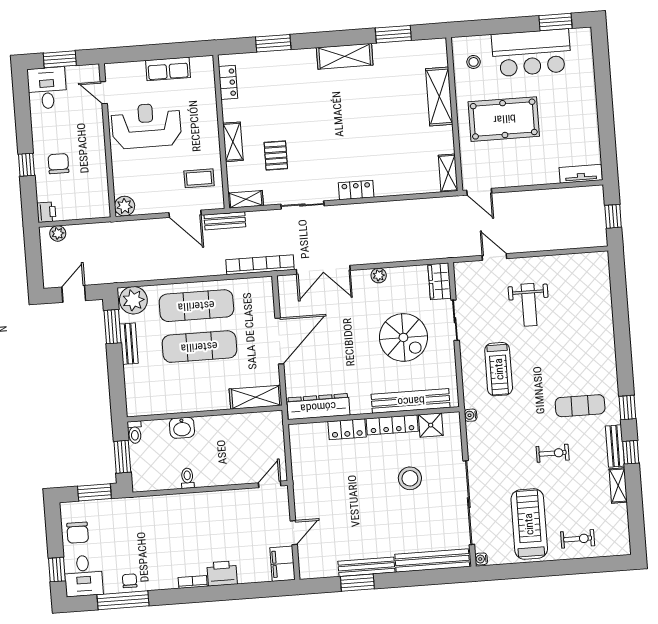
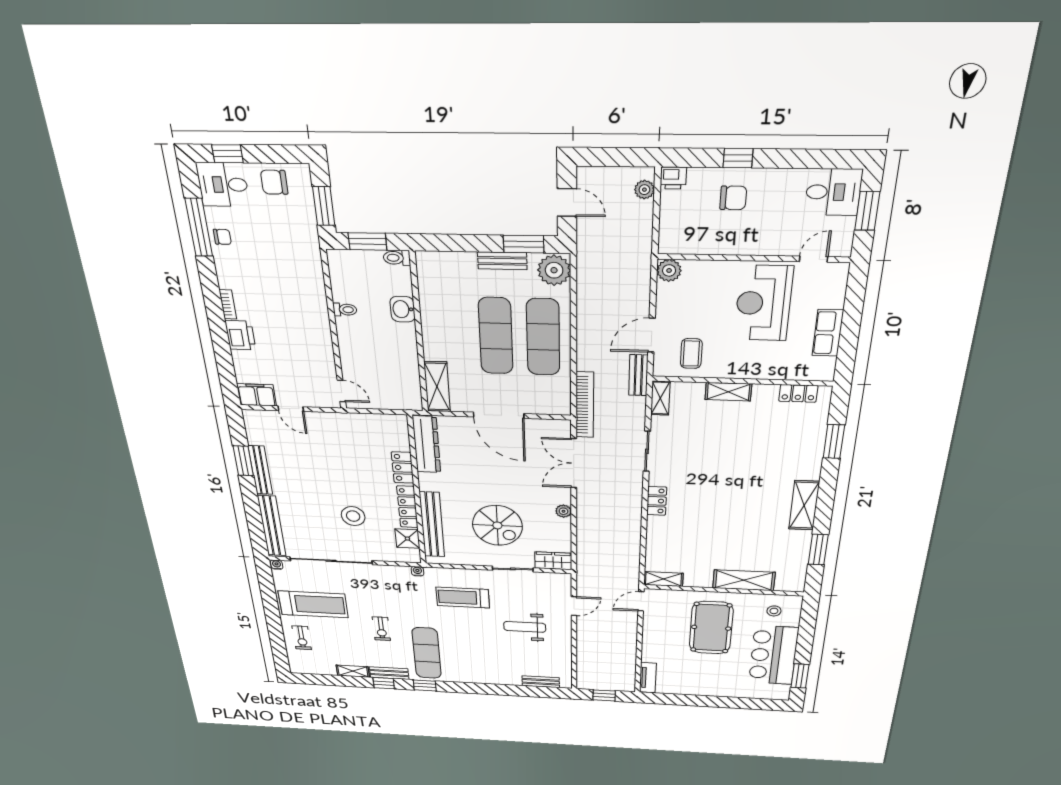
reception desk: (146, 126) -> (763, 303), turned 180
pallet: (276, 155) -> (706, 432), removed
bench: (603, 284) -> (541, 682), added
spiral stairs: (403, 337) -> (497, 525), turned -90
exercise mat: (580, 406) -> (427, 653), width x1.36, depth x1.45

